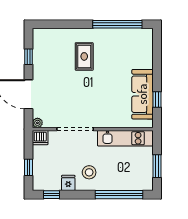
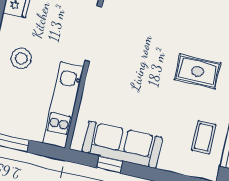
coffee table: (126, 43) -> (204, 137), added
stool: (89, 172) -> (21, 58), moved

